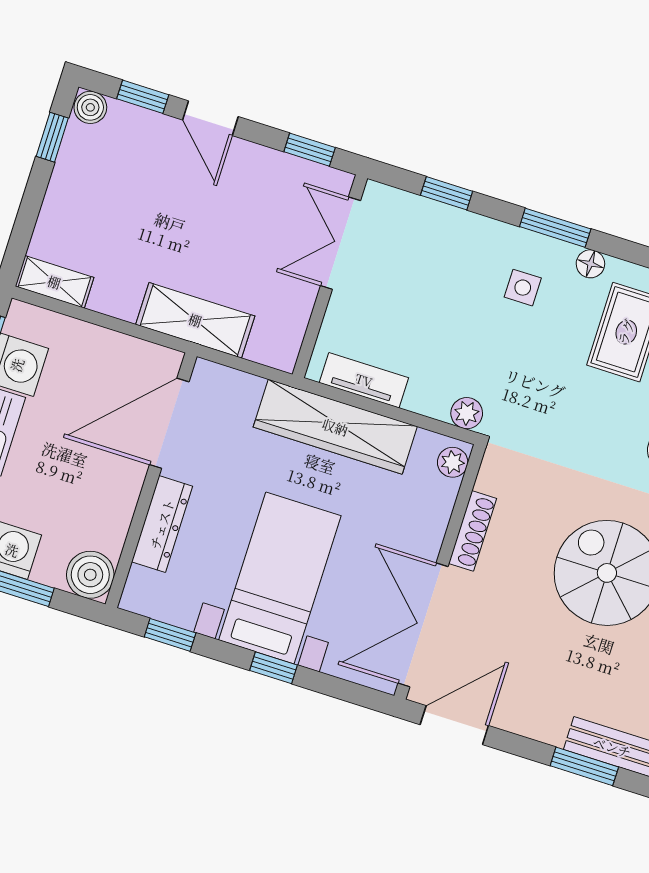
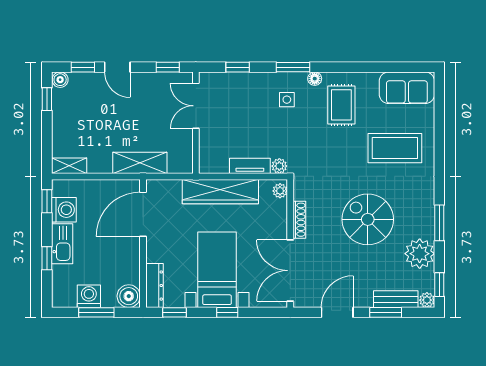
tv unit: (364, 380) -> (250, 166), moved
dresser: (162, 524) -> (155, 286), moved
door: (454, 725) -> (337, 312), moved

